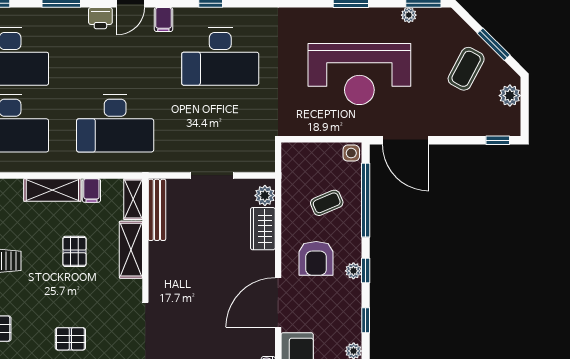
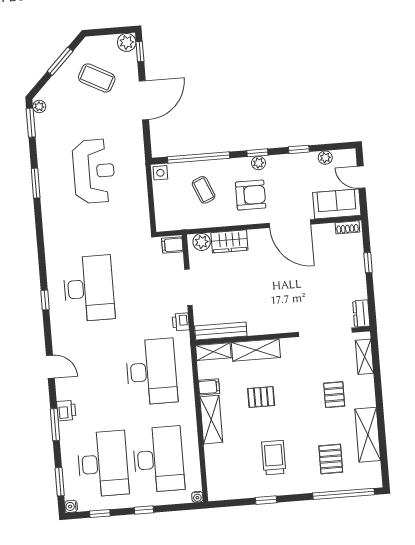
plant: (409, 15) -> (39, 106), moved
printer: (100, 18) -> (66, 411), moved
filing cabinet: (163, 20) -> (172, 245), moved, turned 180
coffee table: (466, 69) -> (97, 78), moved
reception desk: (359, 74) -> (94, 171), width x0.74, depth x0.77
plant: (510, 96) -> (127, 42), moved
door: (406, 140) -> (144, 100), moved
printer: (172, 163) -> (181, 322), added

